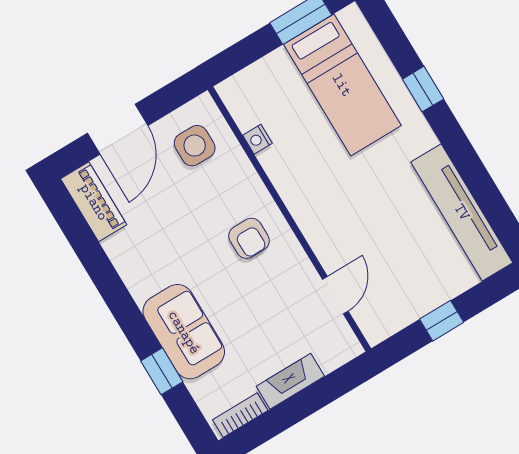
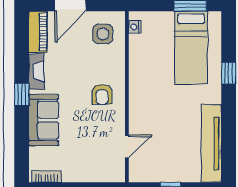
nightstand: (257, 139) -> (135, 27), moved
window: (162, 371) -> (22, 94), moved
fireplace: (290, 381) -> (36, 72), moved, turned 90

